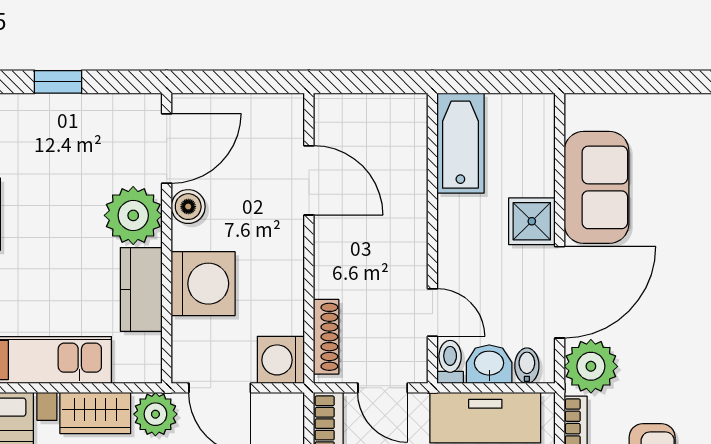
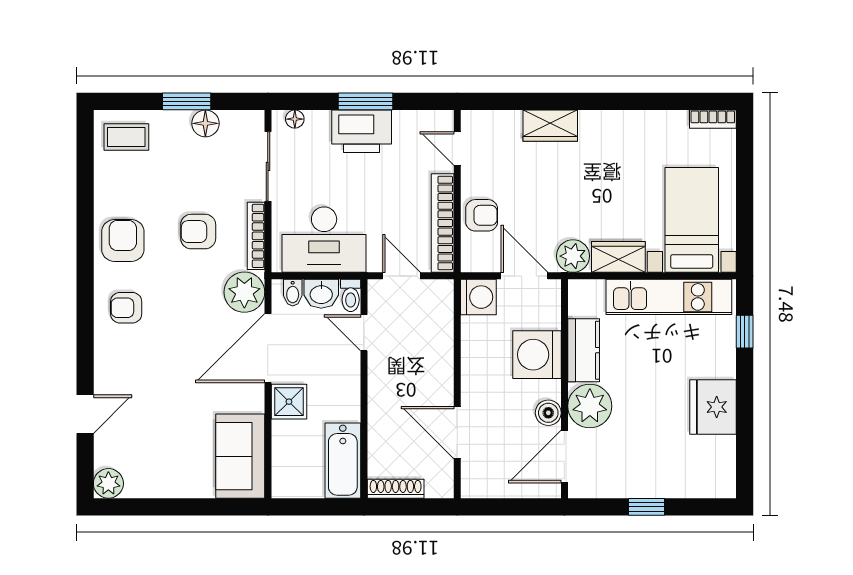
sofa: (596, 187) -> (240, 456), moved
shoe rack: (326, 337) -> (396, 489), moved, turned 90

